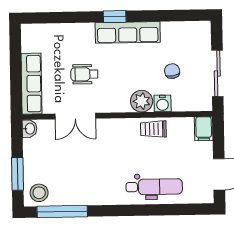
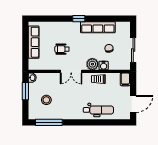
row of seats: (128, 32) -> (98, 27), moved
row of seats: (31, 84) -> (34, 42), moved
double door: (75, 116) -> (71, 71), moved
window: (18, 174) -> (25, 91), moved
stool: (39, 193) -> (46, 100), moved

